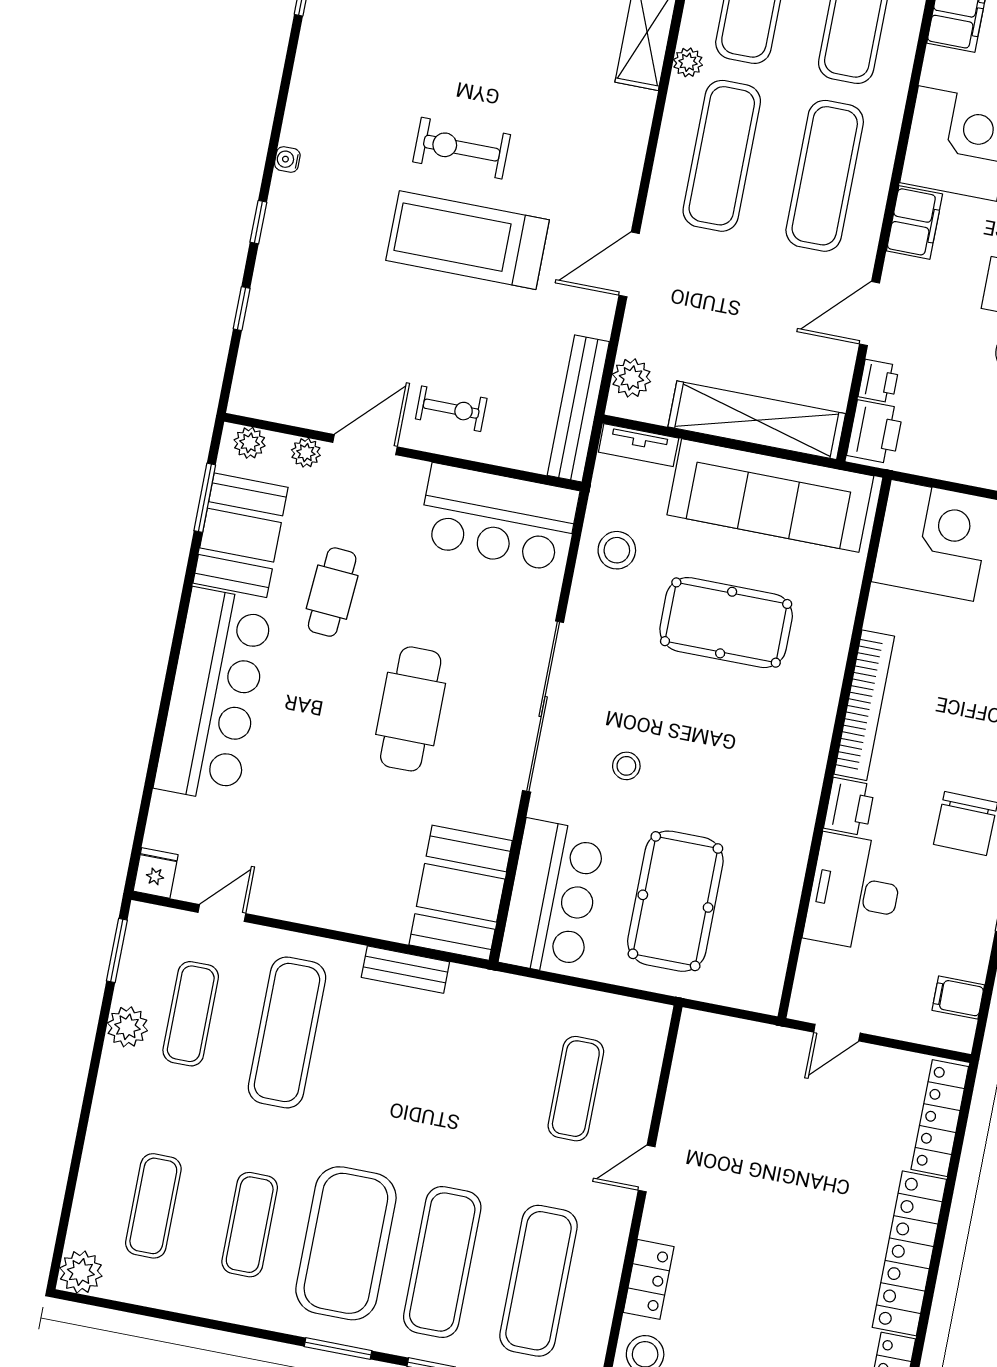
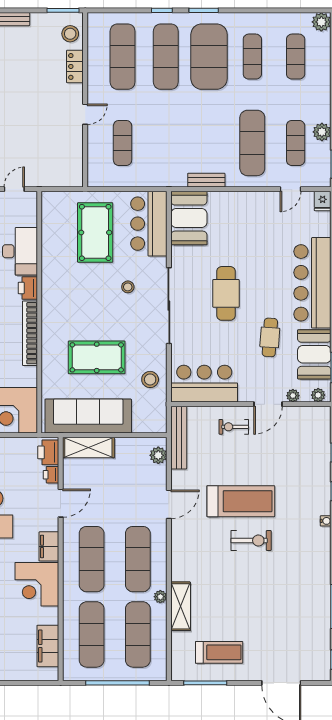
shelving: (757, 420) -> (88, 448), width x0.68
tv unit: (639, 445) -> (150, 427), removed

